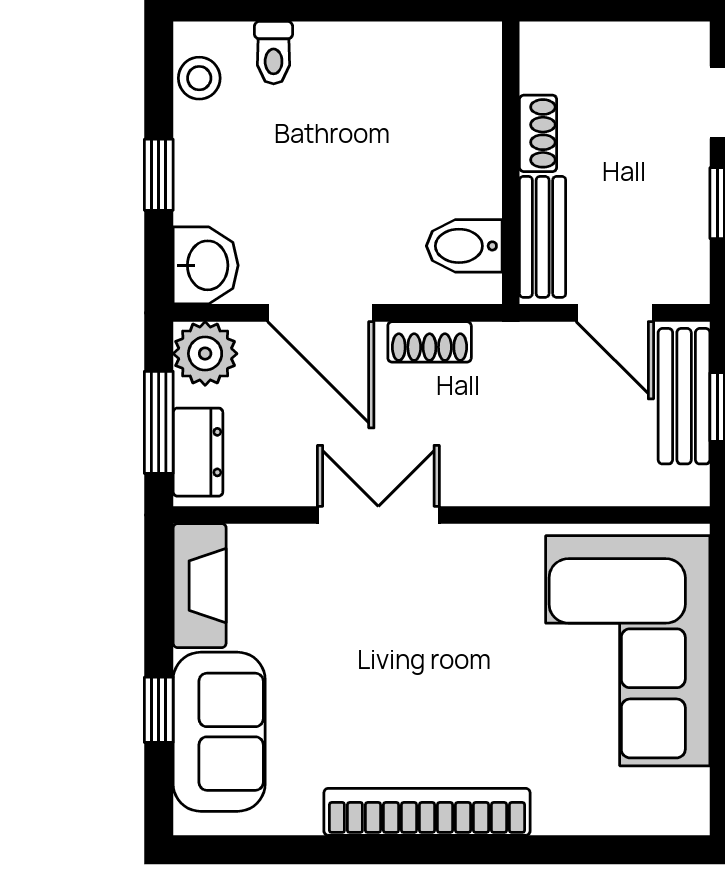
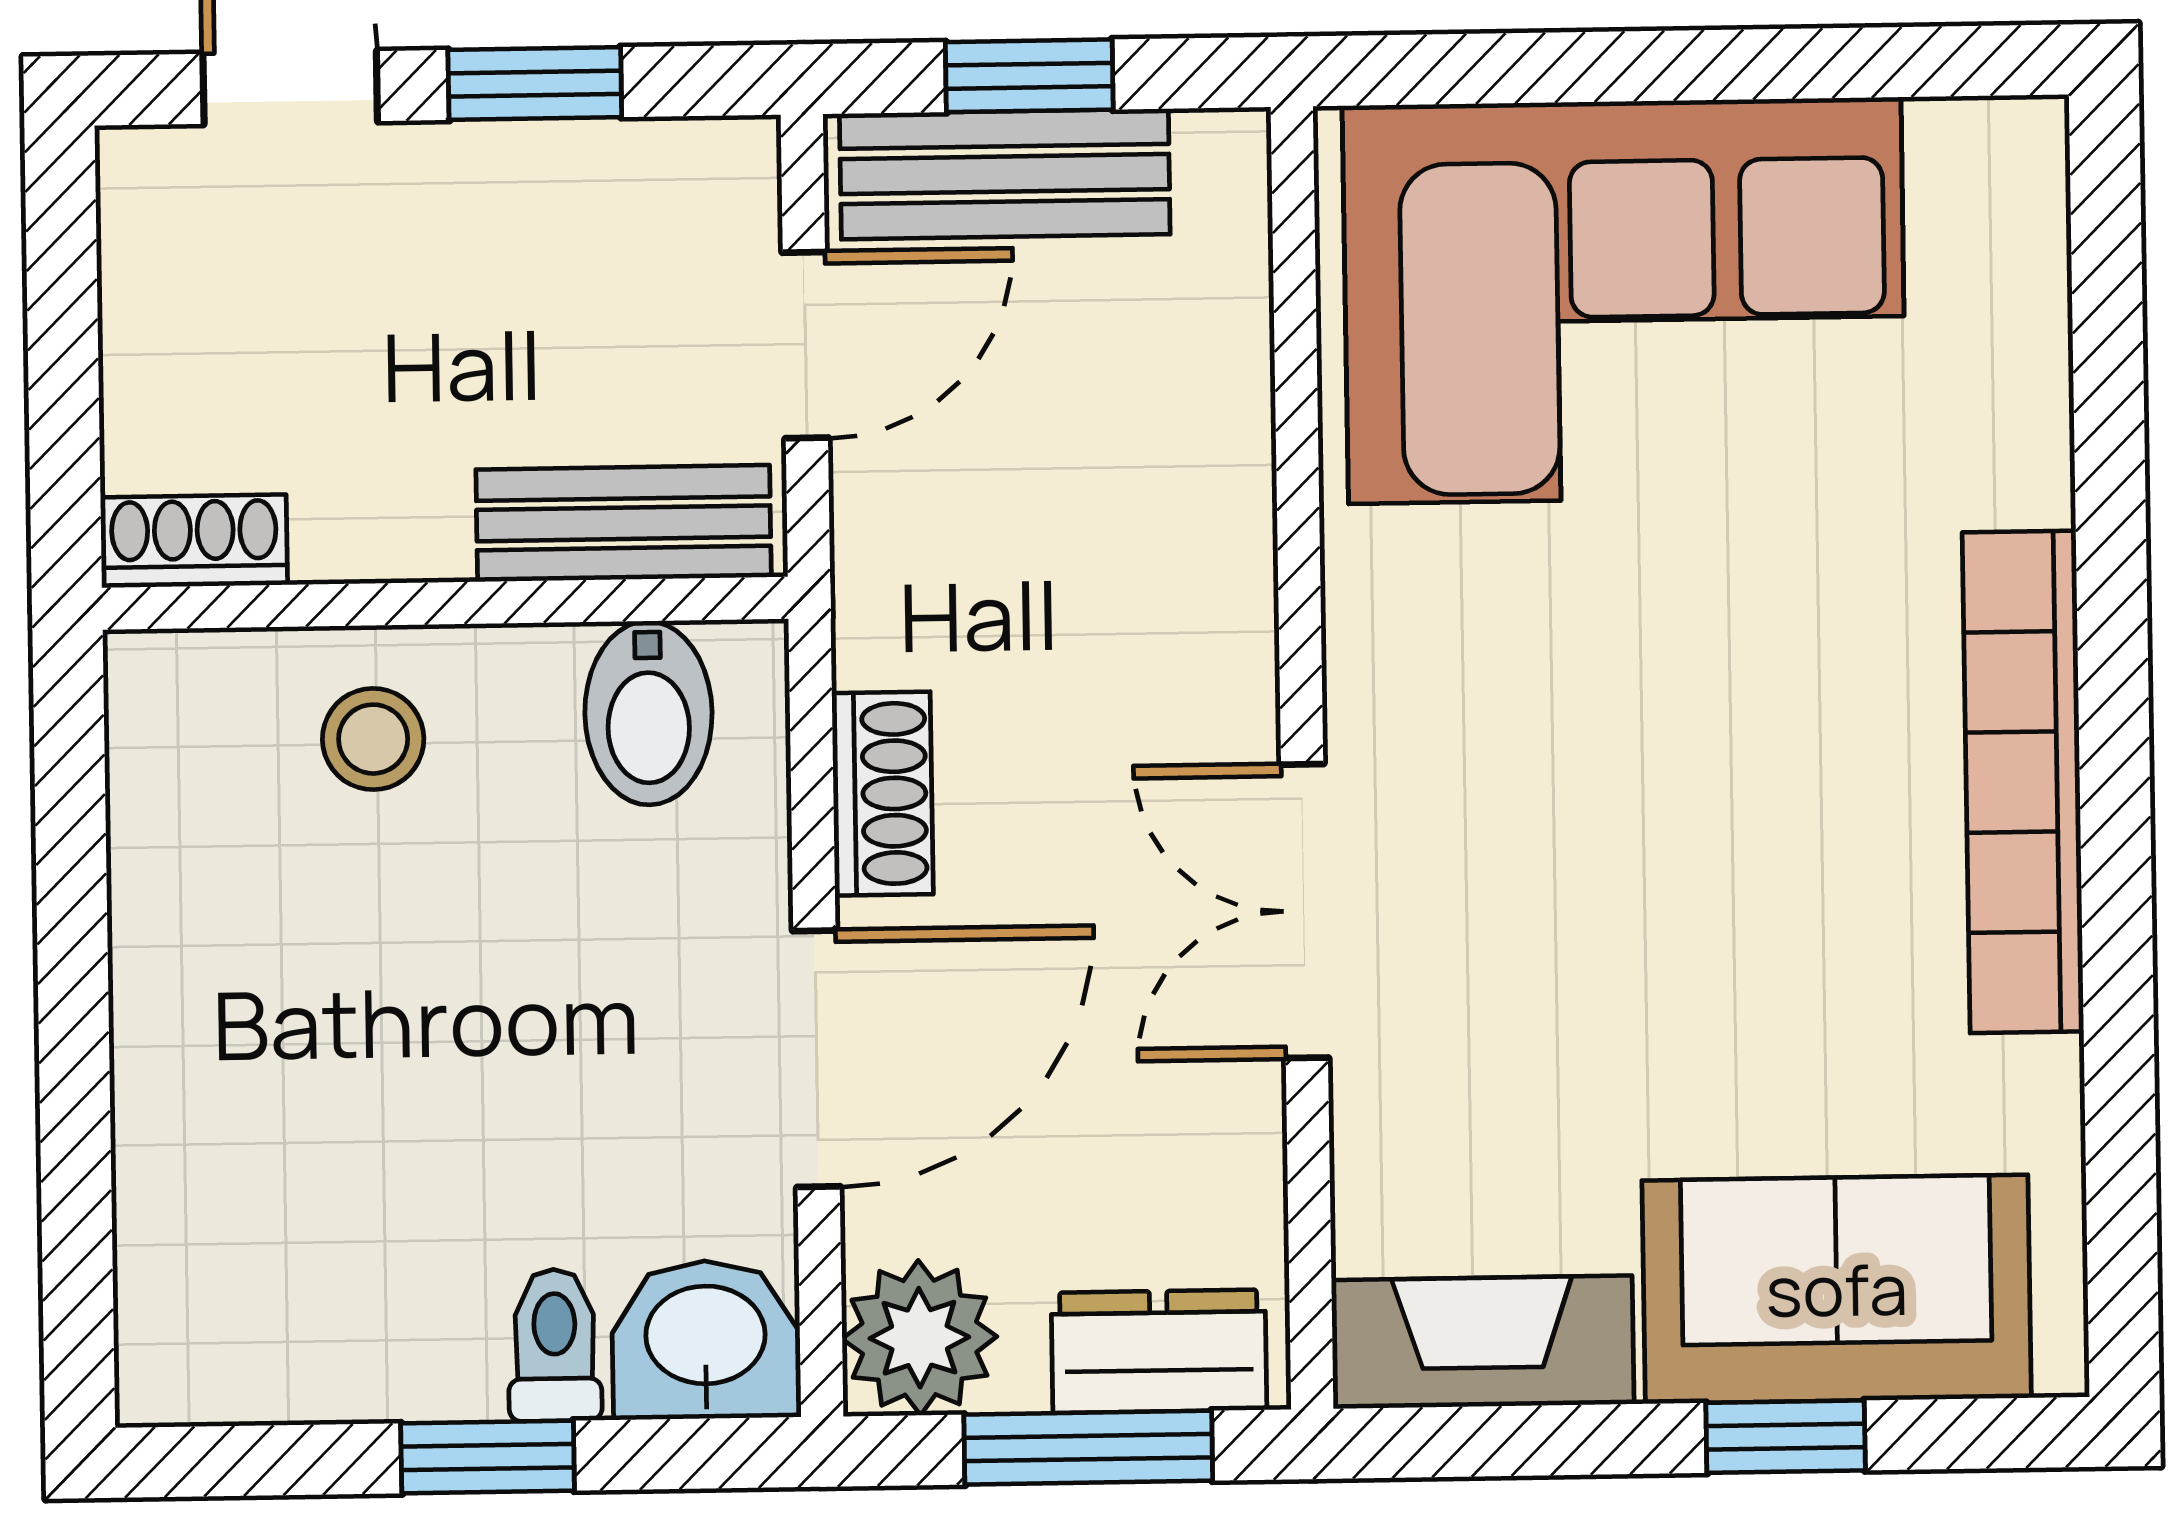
toilet: (274, 53) -> (555, 1345), moved, turned -90
stool: (199, 78) -> (373, 739), moved
shoe rack: (538, 133) -> (194, 541), moved

